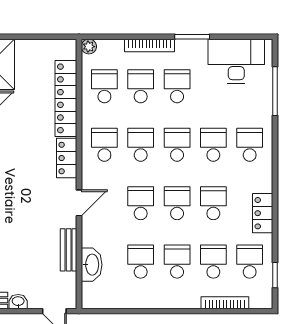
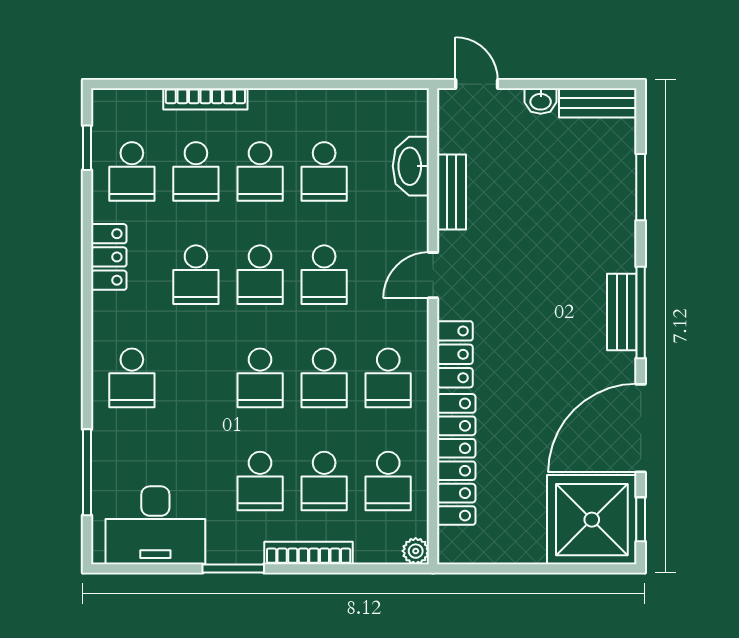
school desk: (213, 145) -> (196, 378), removed
bookcase: (225, 303) -> (205, 99), moved

